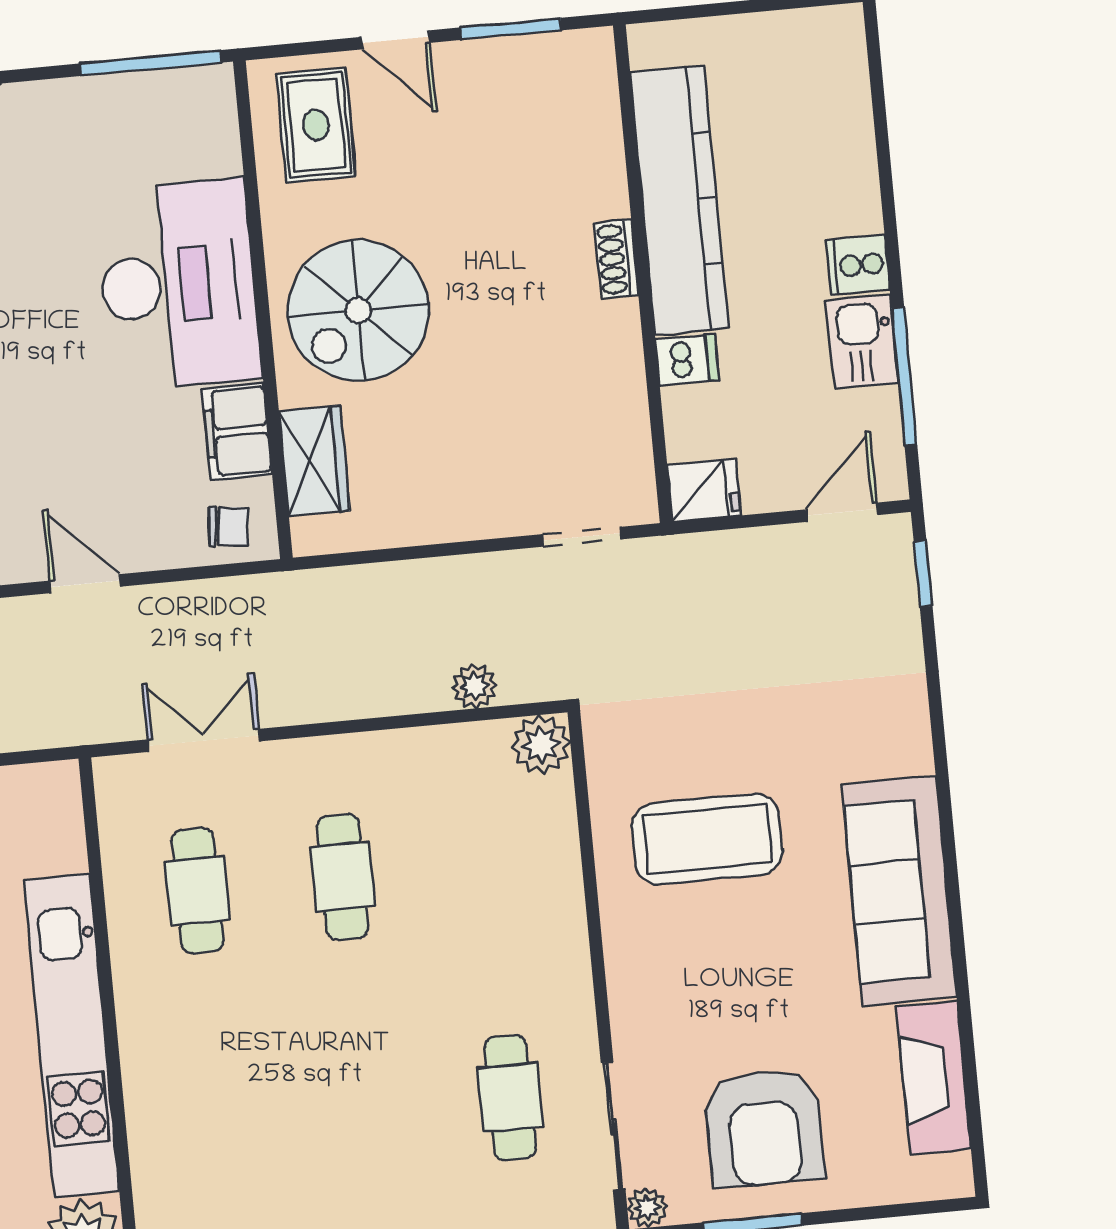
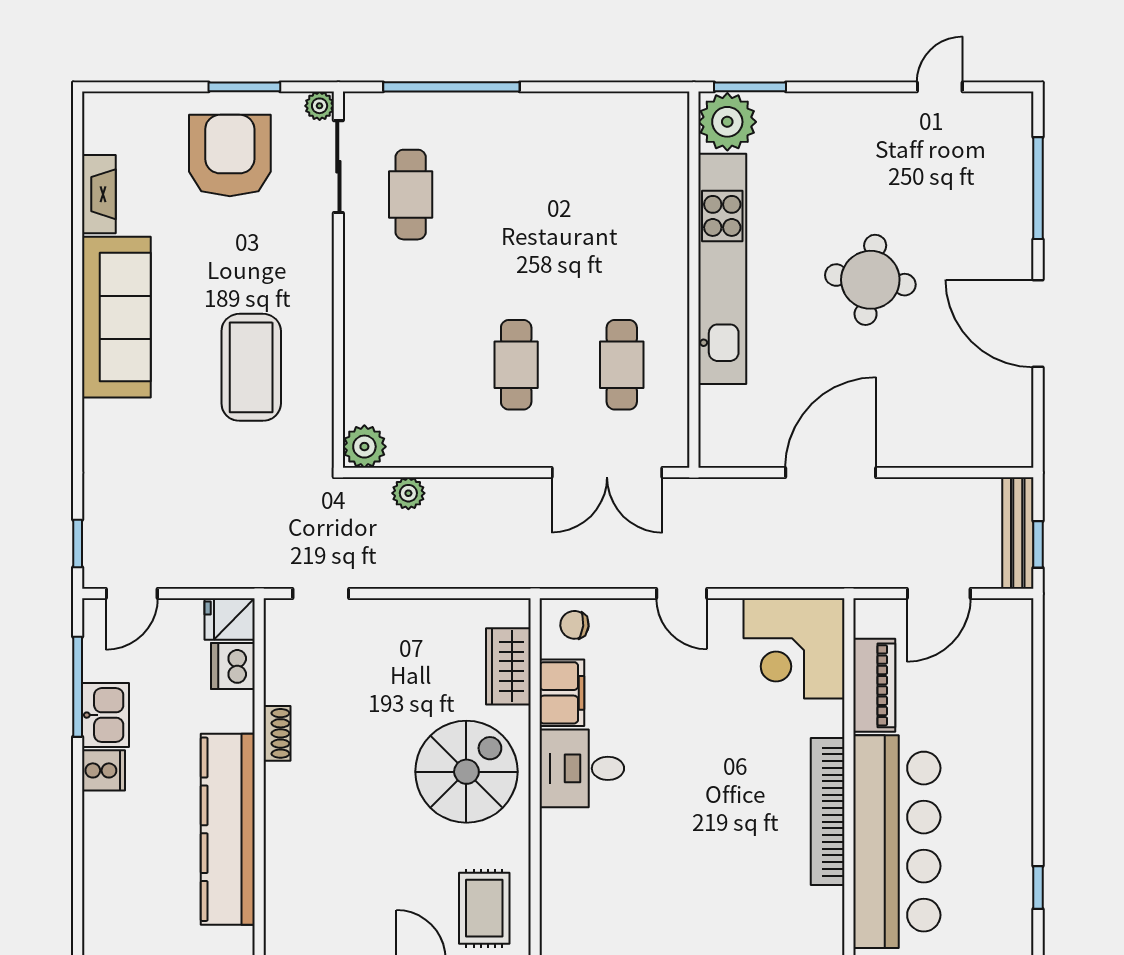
shoe rack: (616, 259) -> (277, 733), moved
desk: (178, 285) -> (582, 768), width x0.53, depth x0.77
dishwasher: (687, 360) -> (233, 666), moved, width x1.38
double door: (204, 740) -> (607, 473), width x1.37
coffee table: (707, 839) -> (251, 367), turned 90
fireplace: (934, 1078) -> (99, 194), width x0.73, depth x0.76

